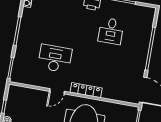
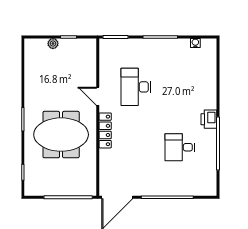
desk: (55, 59) -> (136, 87), turned 180

